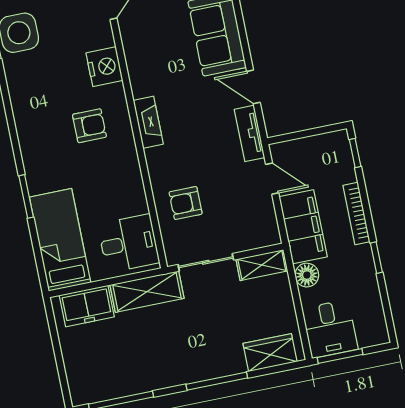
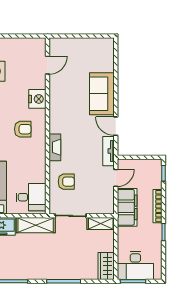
fireplace: (148, 122) -> (55, 147), moved
door: (272, 179) -> (116, 178), hinge flipped
armchair: (186, 203) -> (66, 182), turned 180
floor lamp: (307, 275) -> (124, 234), removed
desk: (330, 329) -> (135, 266), width x1.37
wardrobe: (270, 353) -> (106, 266), moved, turned -90

